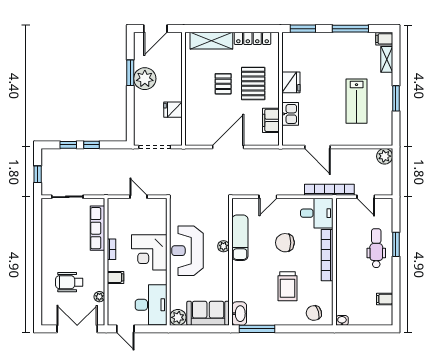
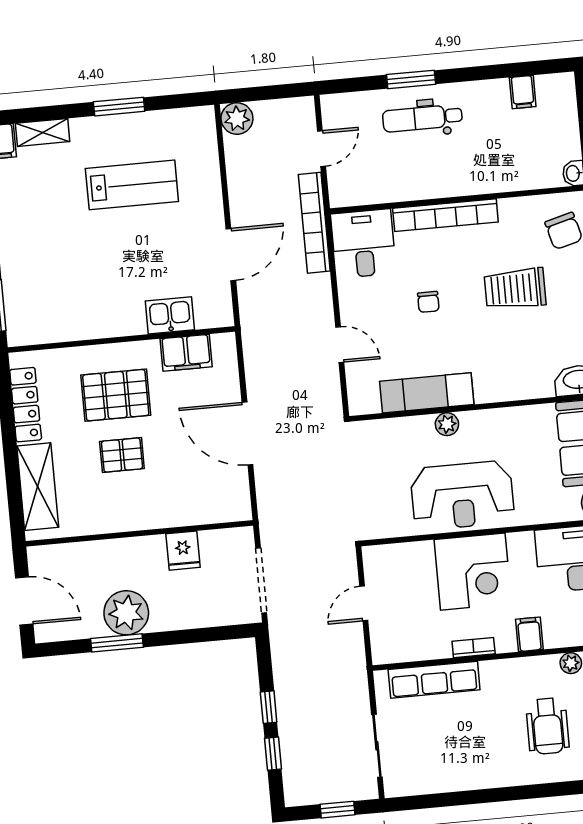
fridge: (291, 82) -> (106, 320), removed
chair: (285, 243) -> (428, 302), width x0.54, depth x0.54
trolley: (288, 286) -> (515, 289), turned 180

